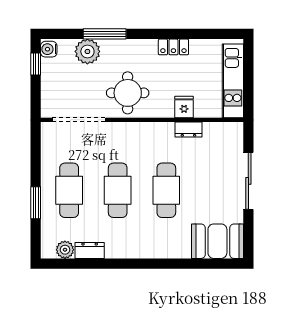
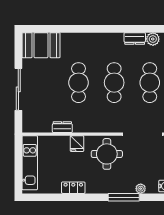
plant: (87, 51) -> (141, 189), width x0.53, depth x0.53
fridge: (184, 107) -> (77, 144), moved

